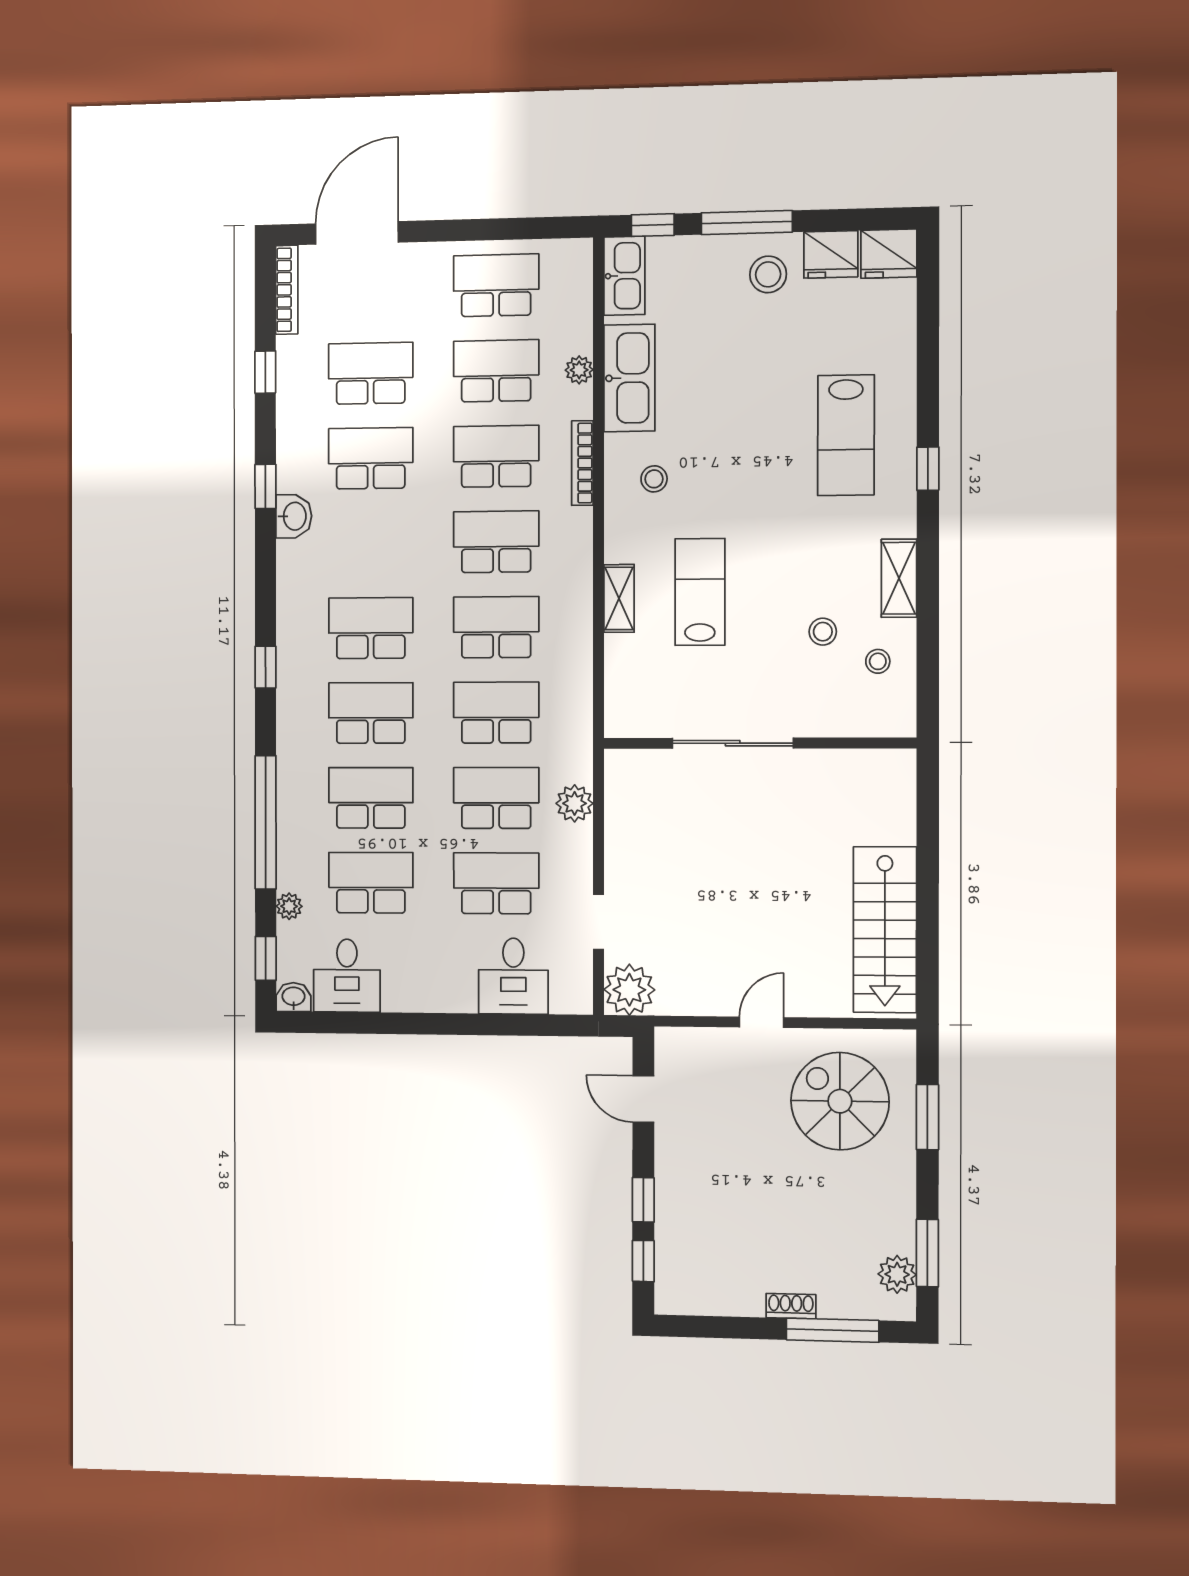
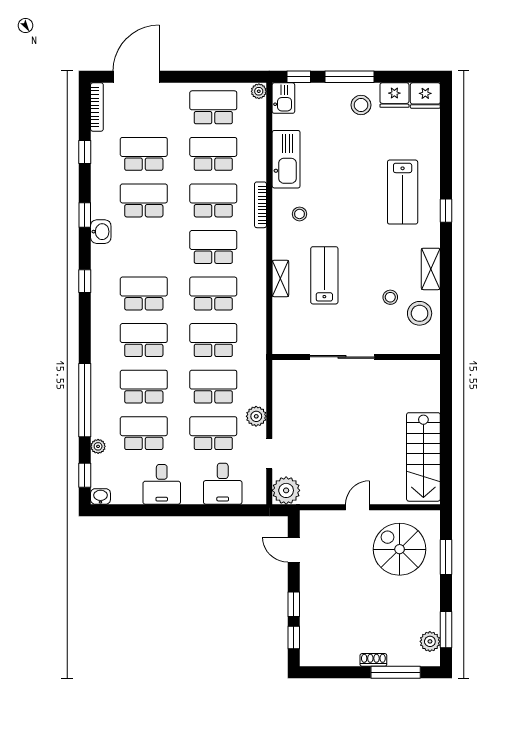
kitchen sink: (624, 276) -> (283, 98), width x0.73
plant: (579, 370) -> (259, 91), moved
stool: (878, 661) -> (420, 313), width x1.89, depth x1.89
window: (265, 667) -> (85, 281), moved
plant: (575, 803) -> (256, 416), moved
desk: (347, 976) -> (162, 484), moved

